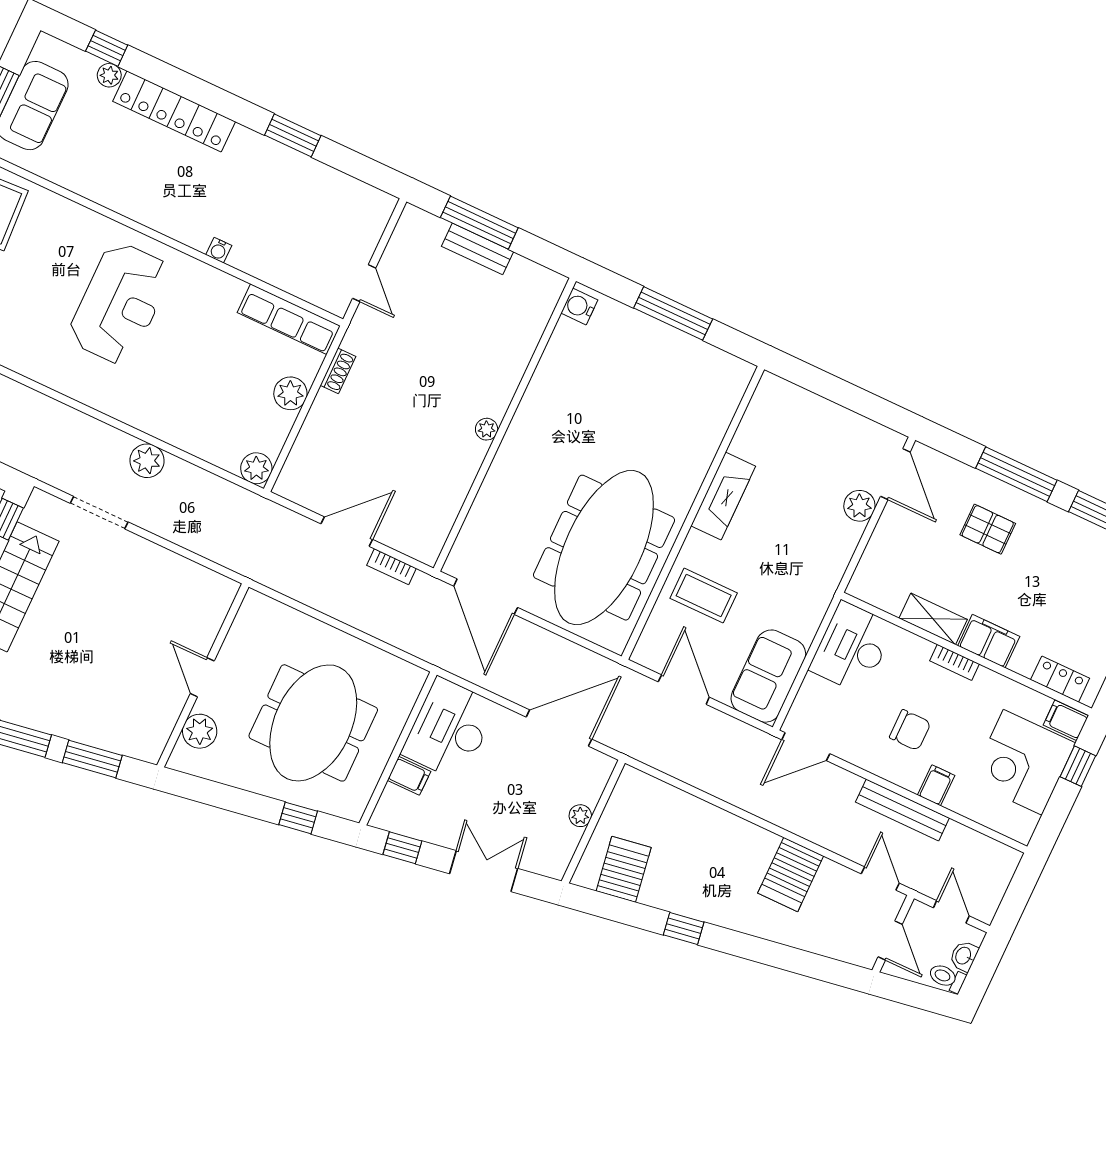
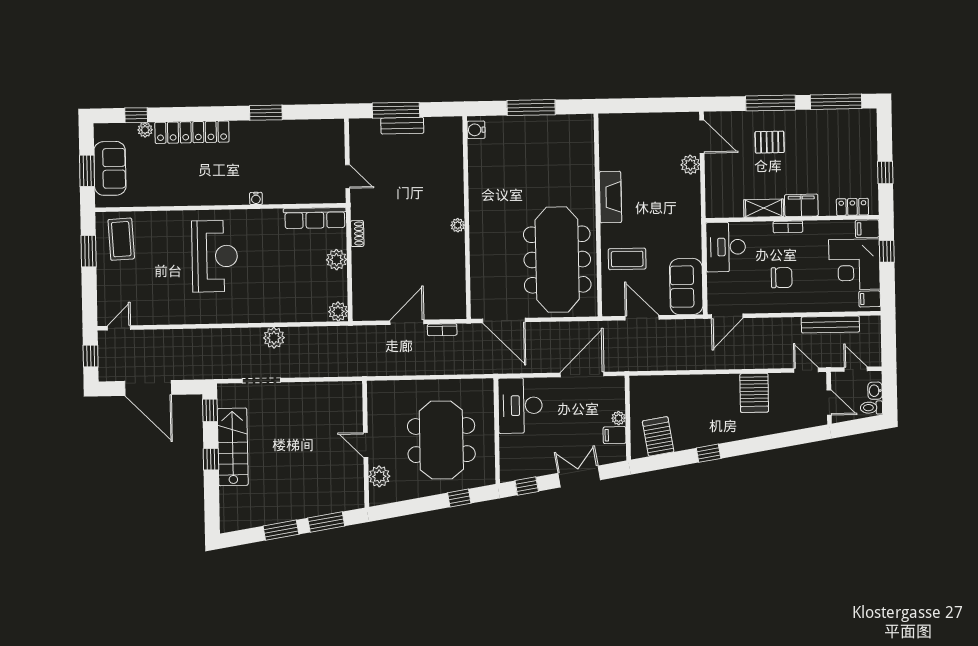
filing cabinet: (409, 776) -> (615, 435), moved, turned 180
filing cabinet: (936, 785) -> (870, 299), moved, turned -90
bench: (902, 810) -> (830, 324), moved

